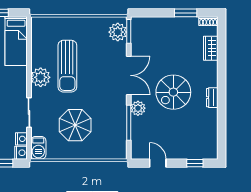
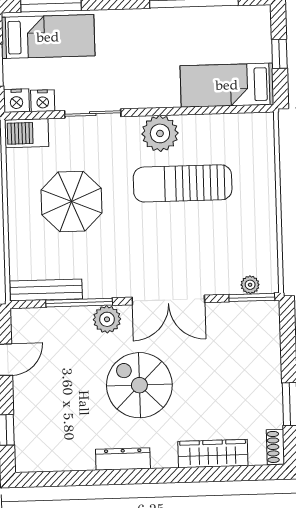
plant: (118, 32) -> (250, 285), width x0.53, depth x0.53
wardrobe: (211, 48) -> (213, 454), width x1.50
dresser: (212, 98) -> (123, 459), width x1.44
bench: (122, 140) -> (46, 290), added

